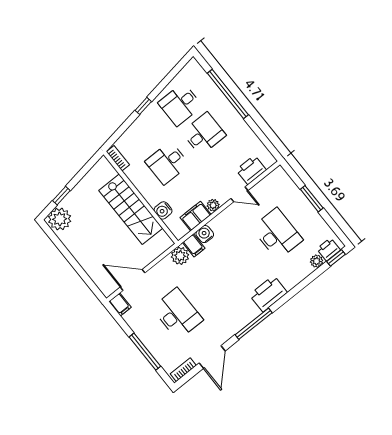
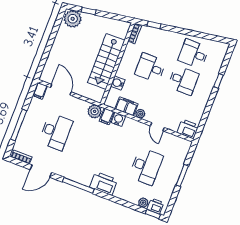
window: (228, 94) -> (218, 81), width x0.32
window: (143, 106) -> (154, 25), moved
printer: (251, 170) -> (188, 129), moved

